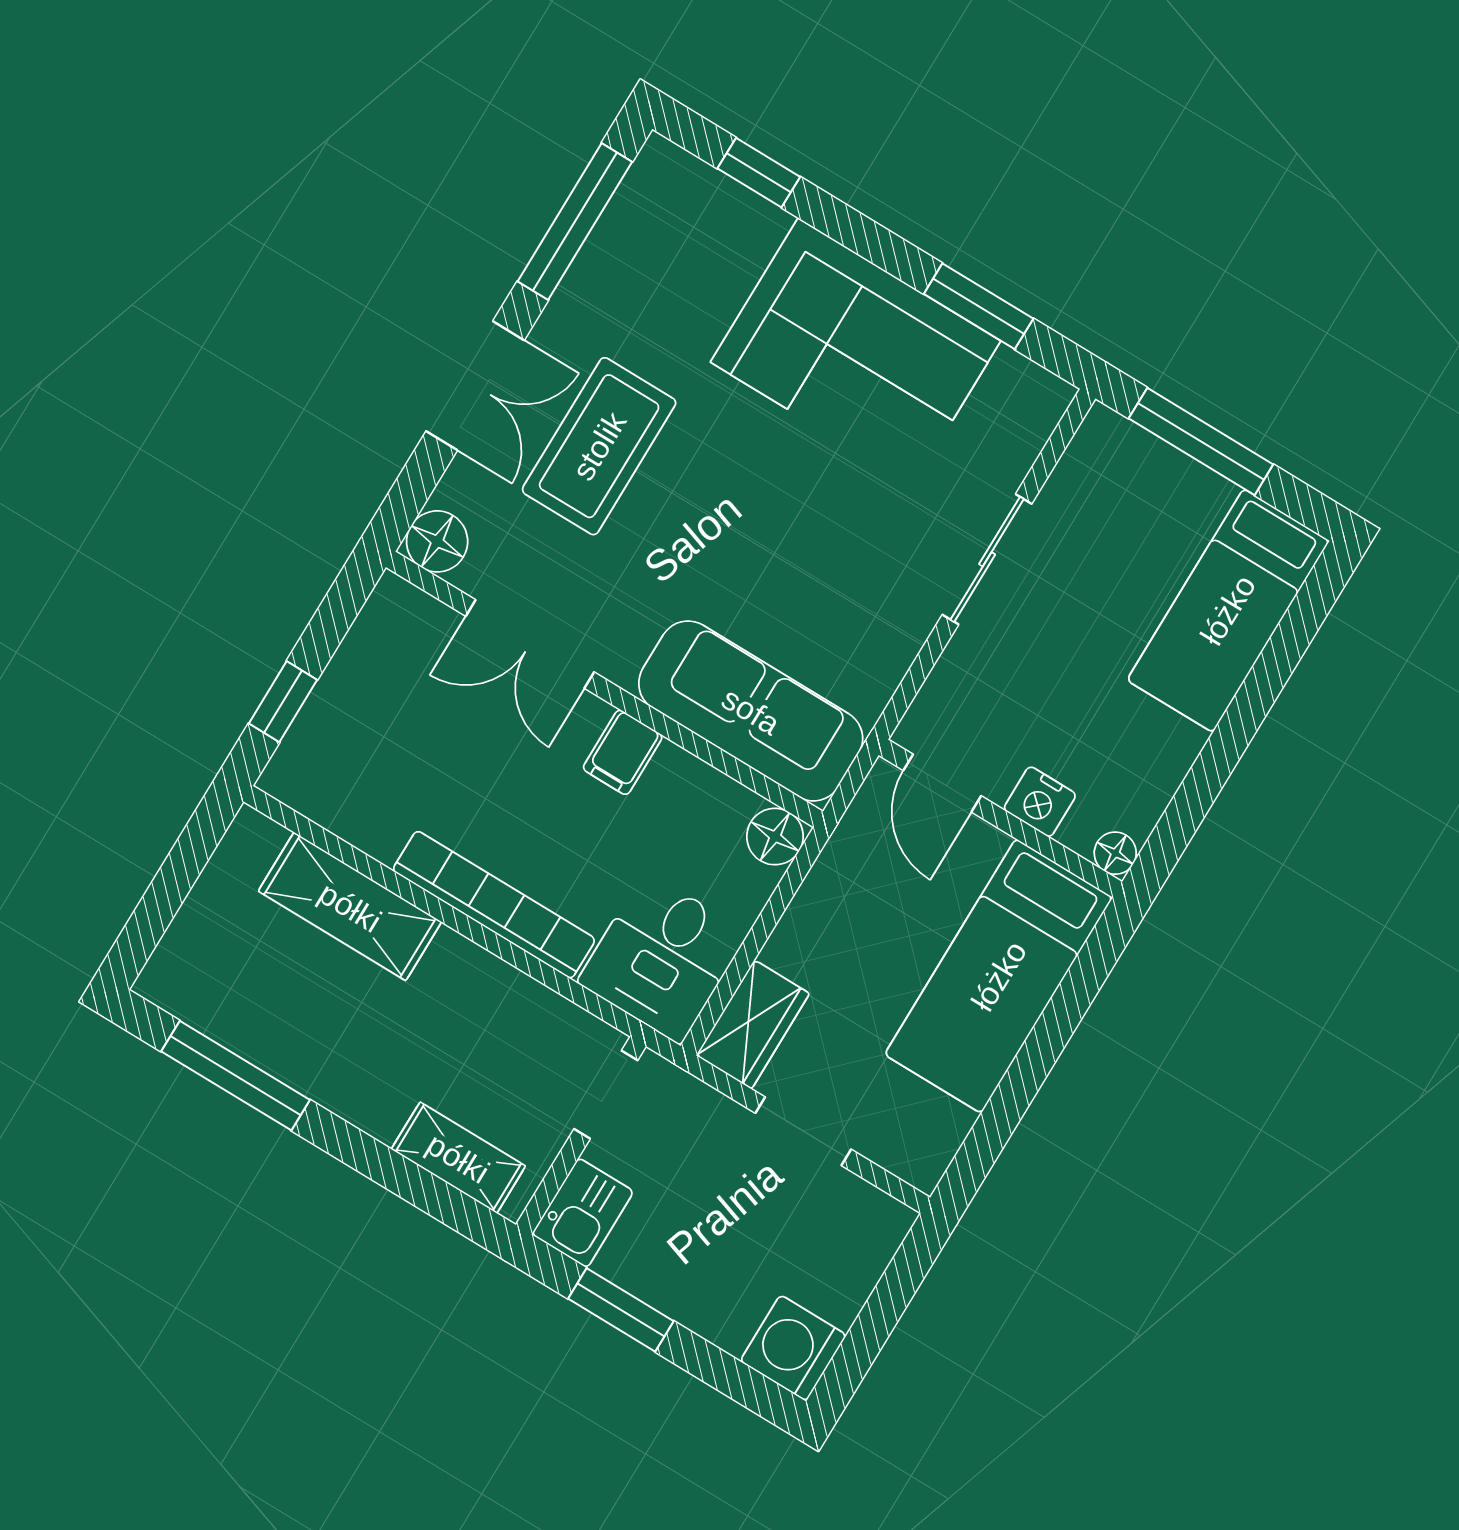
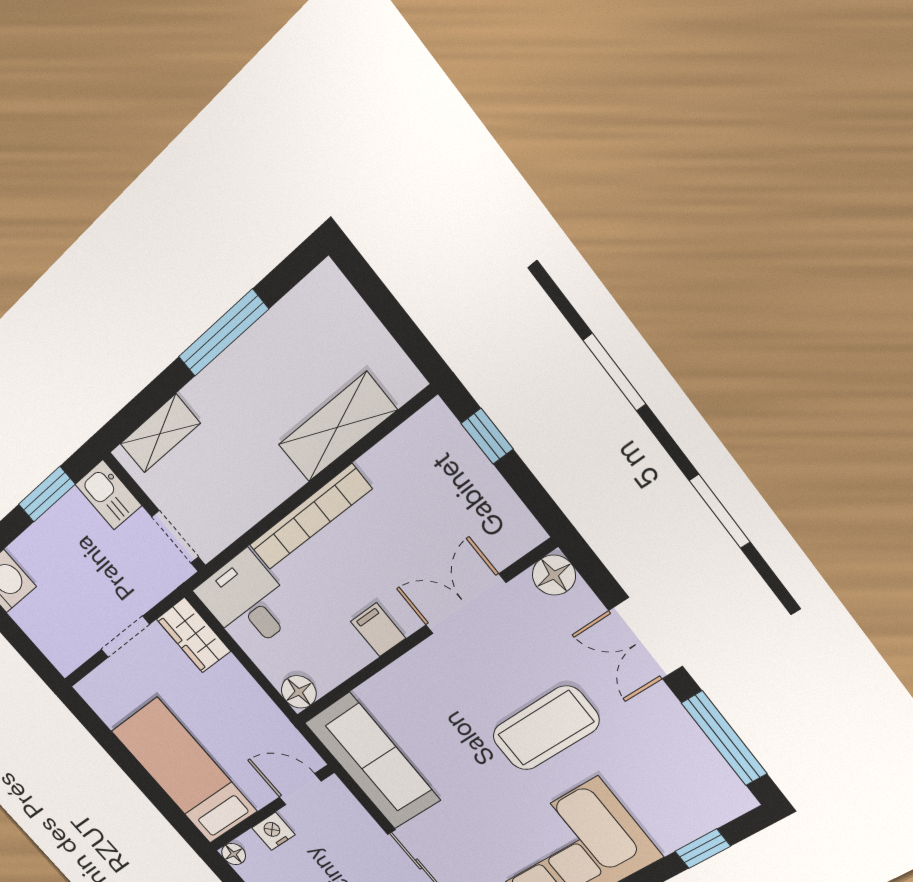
coffee table: (599, 446) -> (546, 728), moved, turned 90
sofa: (751, 711) -> (373, 762), moved, turned -90
window: (236, 1076) -> (223, 333), moved

